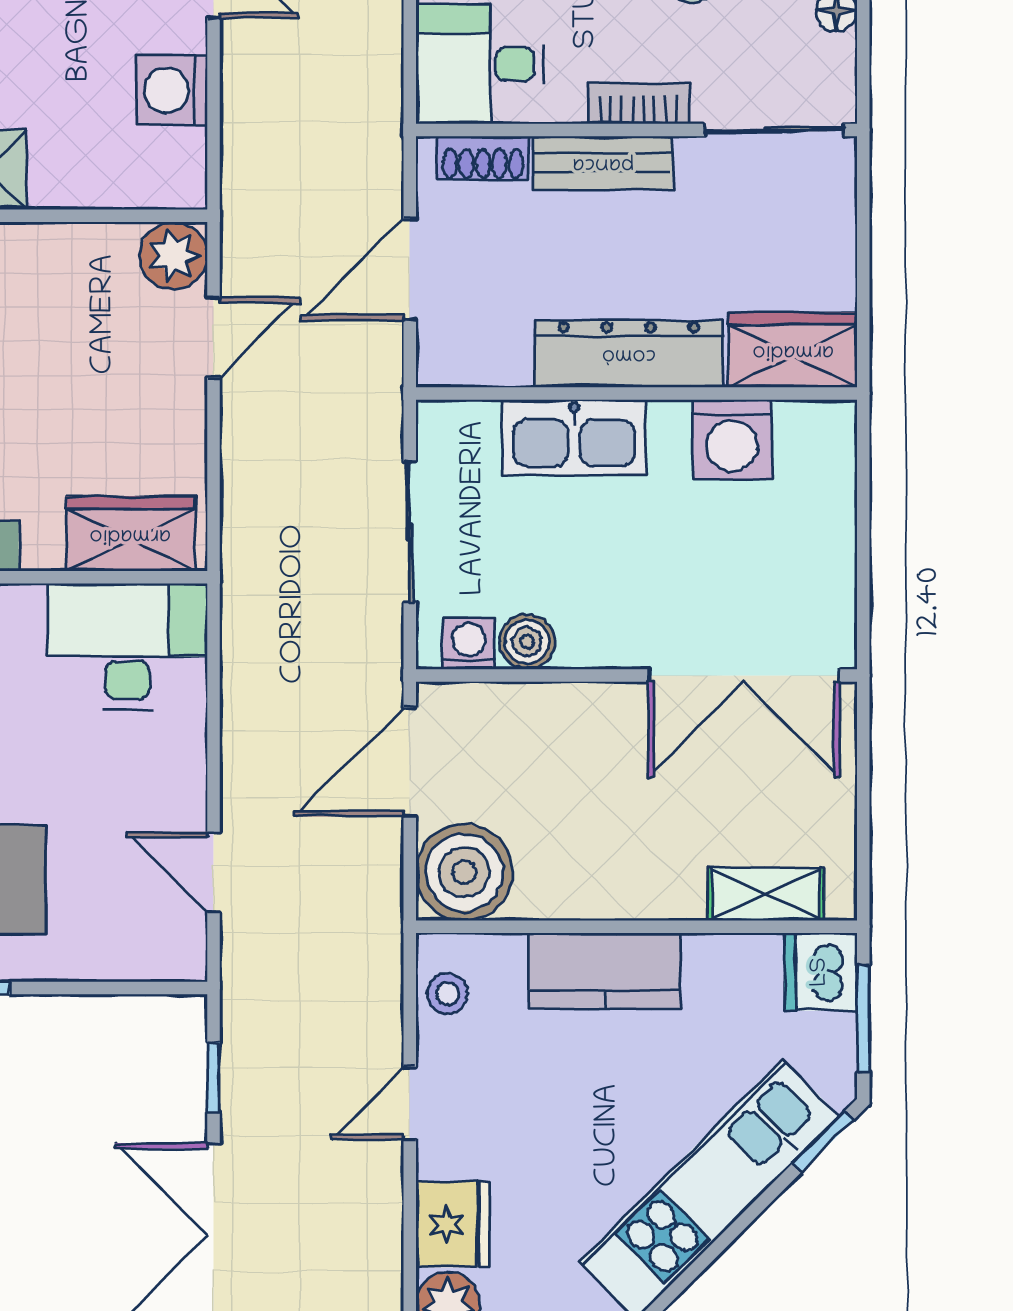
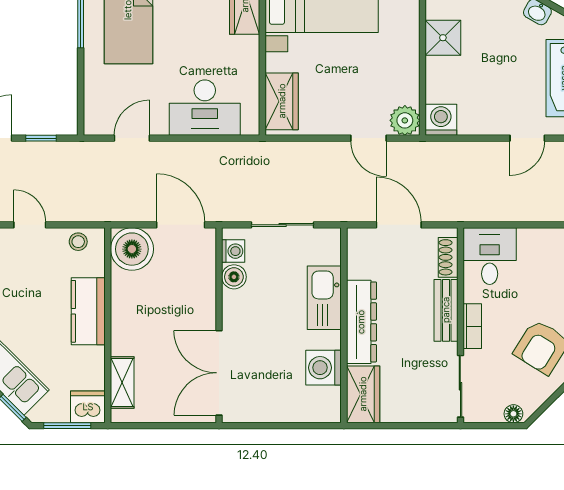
washing machine: (172, 90) -> (441, 120), moved
desk: (128, 646) -> (205, 108), moved, turned 90

